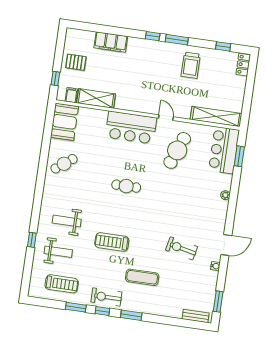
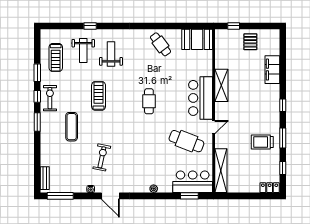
window: (177, 40) -> (283, 138), moved
filing cabinet: (71, 95) -> (221, 42), removed
shelving: (96, 98) -> (221, 85), moved
window: (218, 301) -> (60, 196), width x1.44

